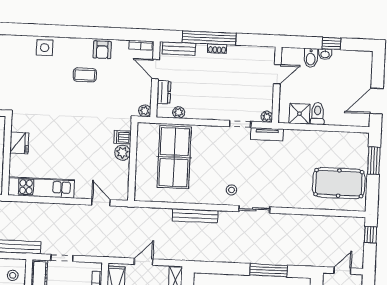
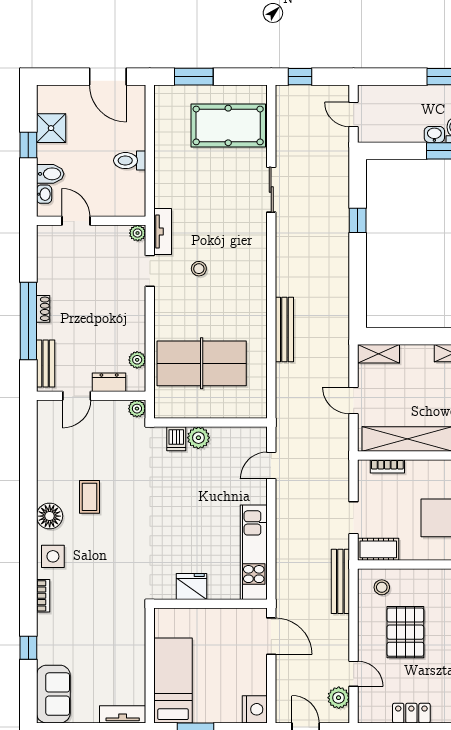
bookcase: (141, 45) -> (43, 596), moved
floor lamp: (73, 47) -> (50, 516), added
armchair: (102, 50) -> (52, 474), removed
washbasin: (325, 54) -> (44, 194), moved
shower: (299, 114) -> (51, 128), moved
pool table: (339, 183) -> (228, 125), turned 90
stool: (231, 190) -> (199, 269), moved
sliding door: (254, 209) -> (271, 190), moved
window: (269, 270) -> (358, 220), width x0.46

